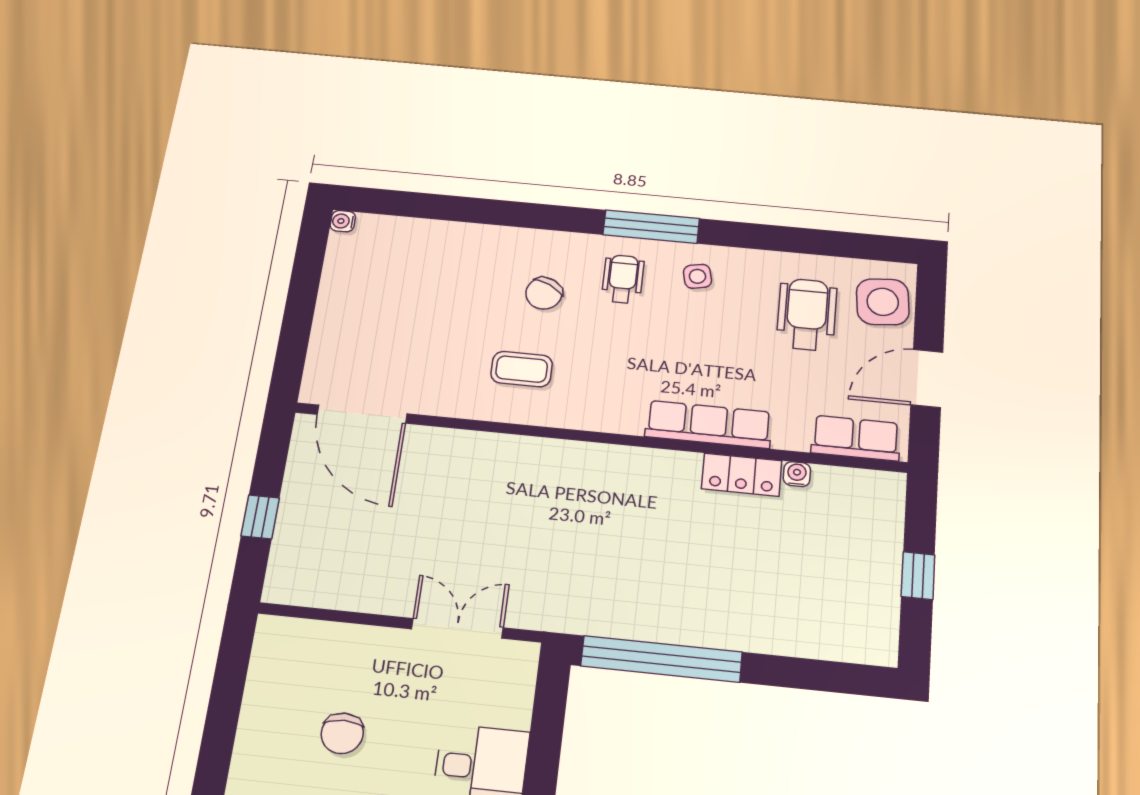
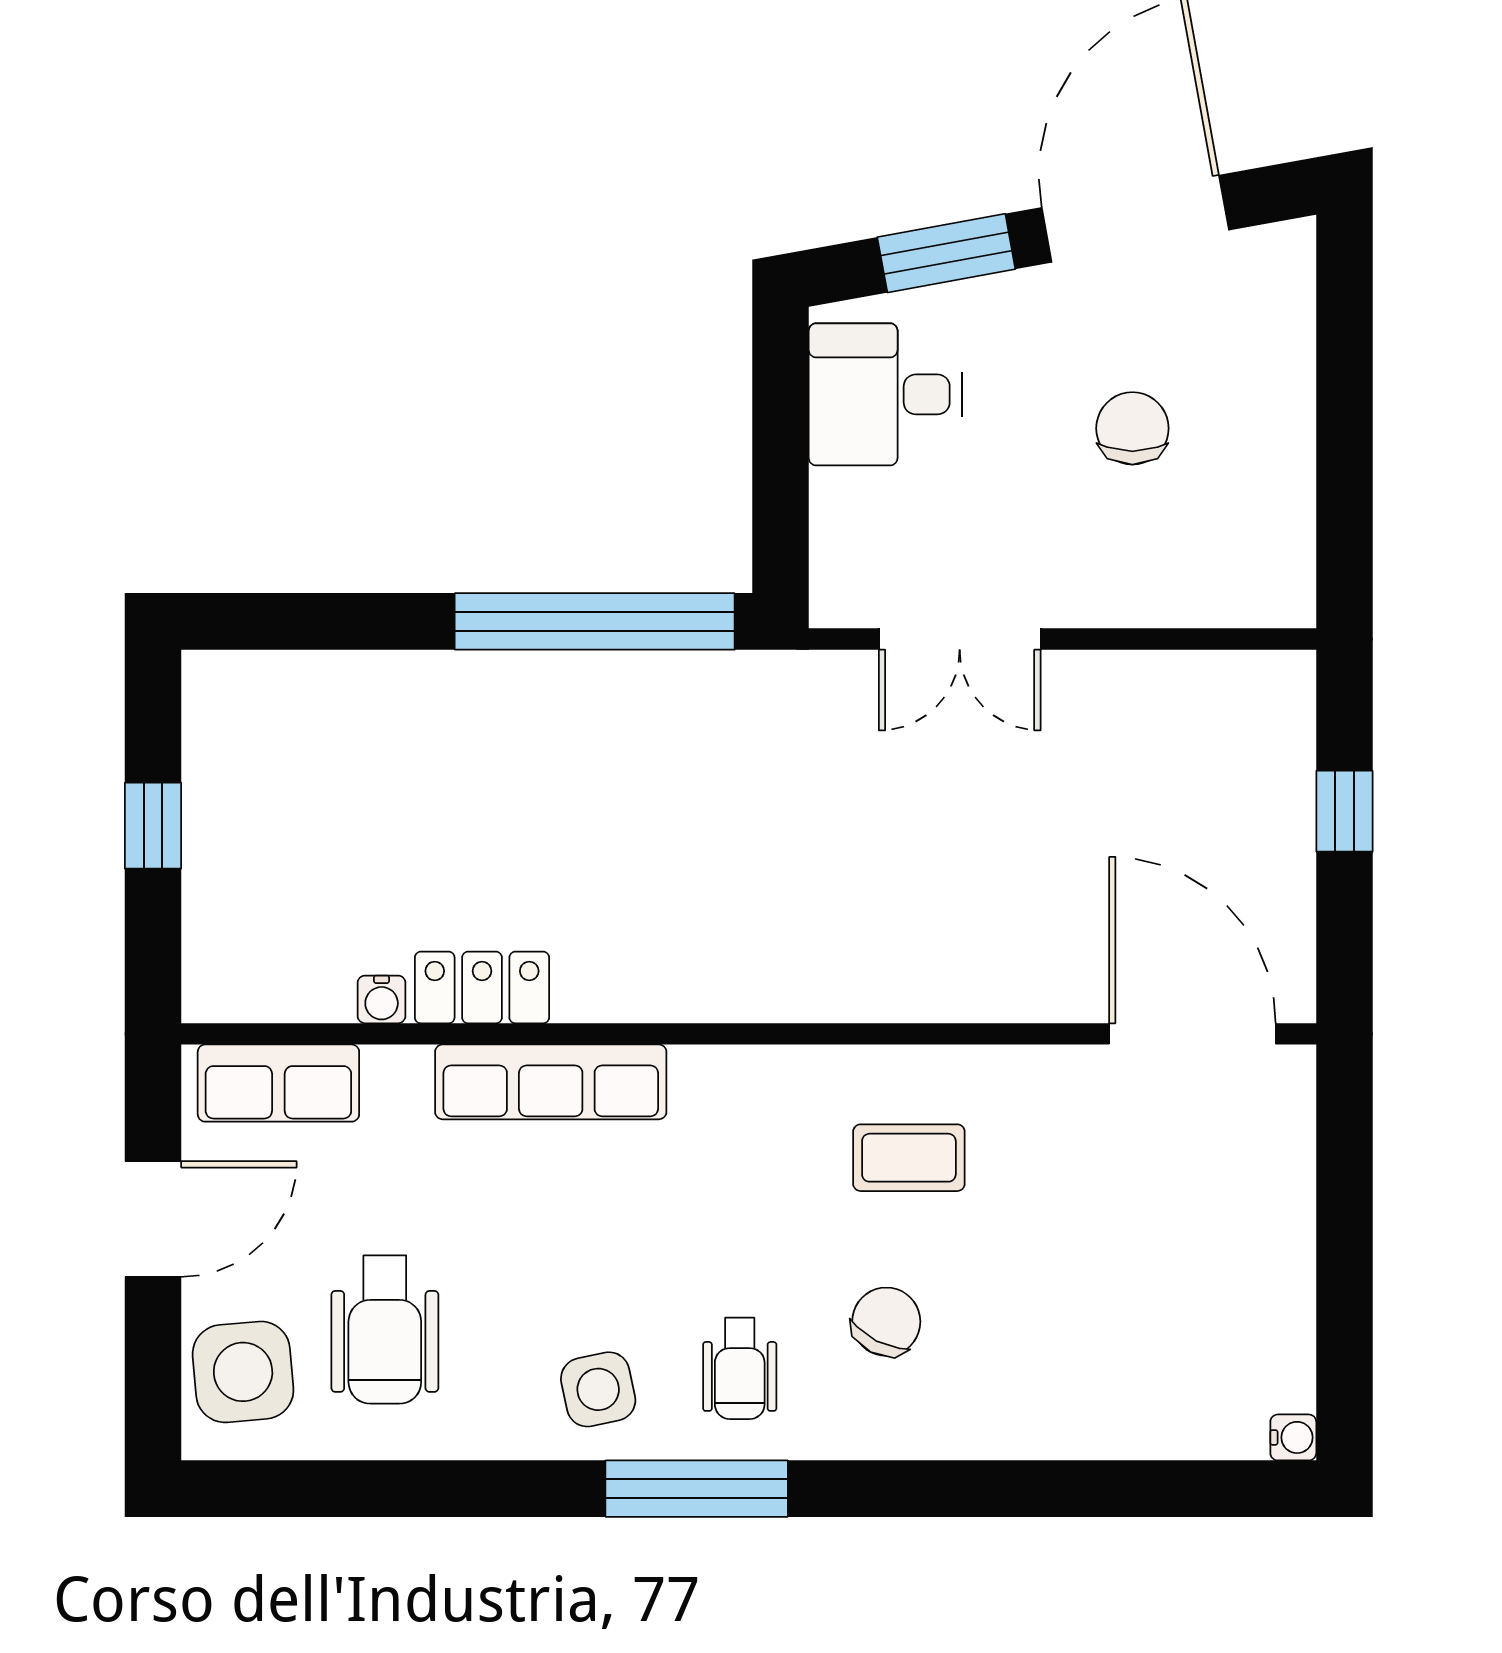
side table: (697, 276) -> (598, 1389), width x1.37, depth x1.37

